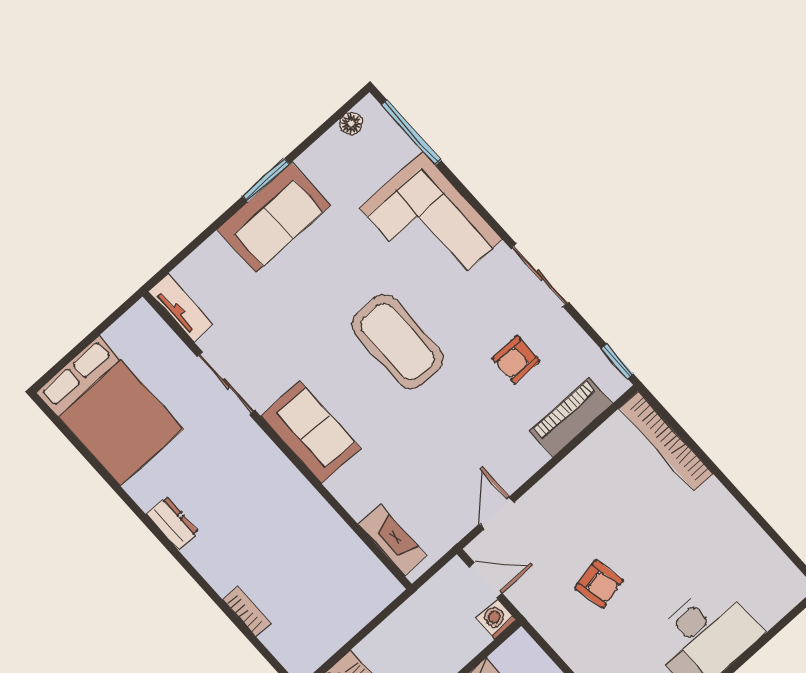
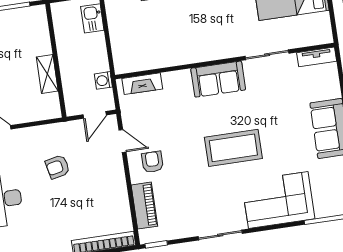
armchair: (516, 360) -> (152, 162), moved
washing machine: (496, 619) -> (103, 80), moved, turned 180

